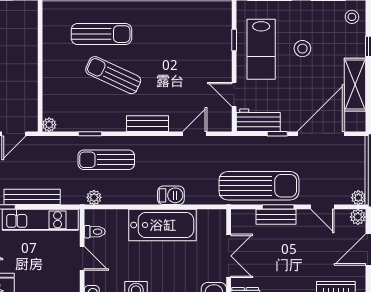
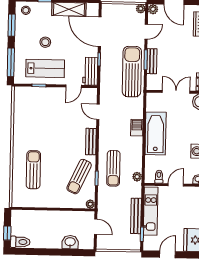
sun lounger: (113, 75) -> (79, 177), moved

